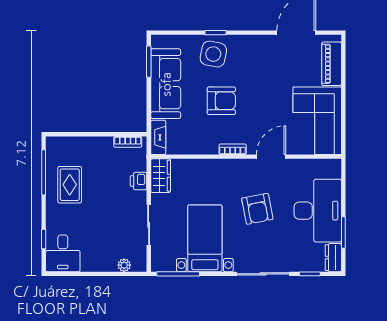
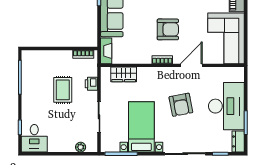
armchair: (221, 101) -> (168, 29), moved
wardrobe: (161, 176) -> (124, 74), moved, turned 90
rug: (70, 185) -> (63, 90), moved

